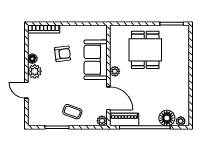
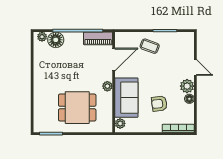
dining table: (145, 50) -> (77, 108), turned 90
door: (108, 98) -> (114, 59), swing flipped
plant: (102, 121) -> (120, 123), moved

